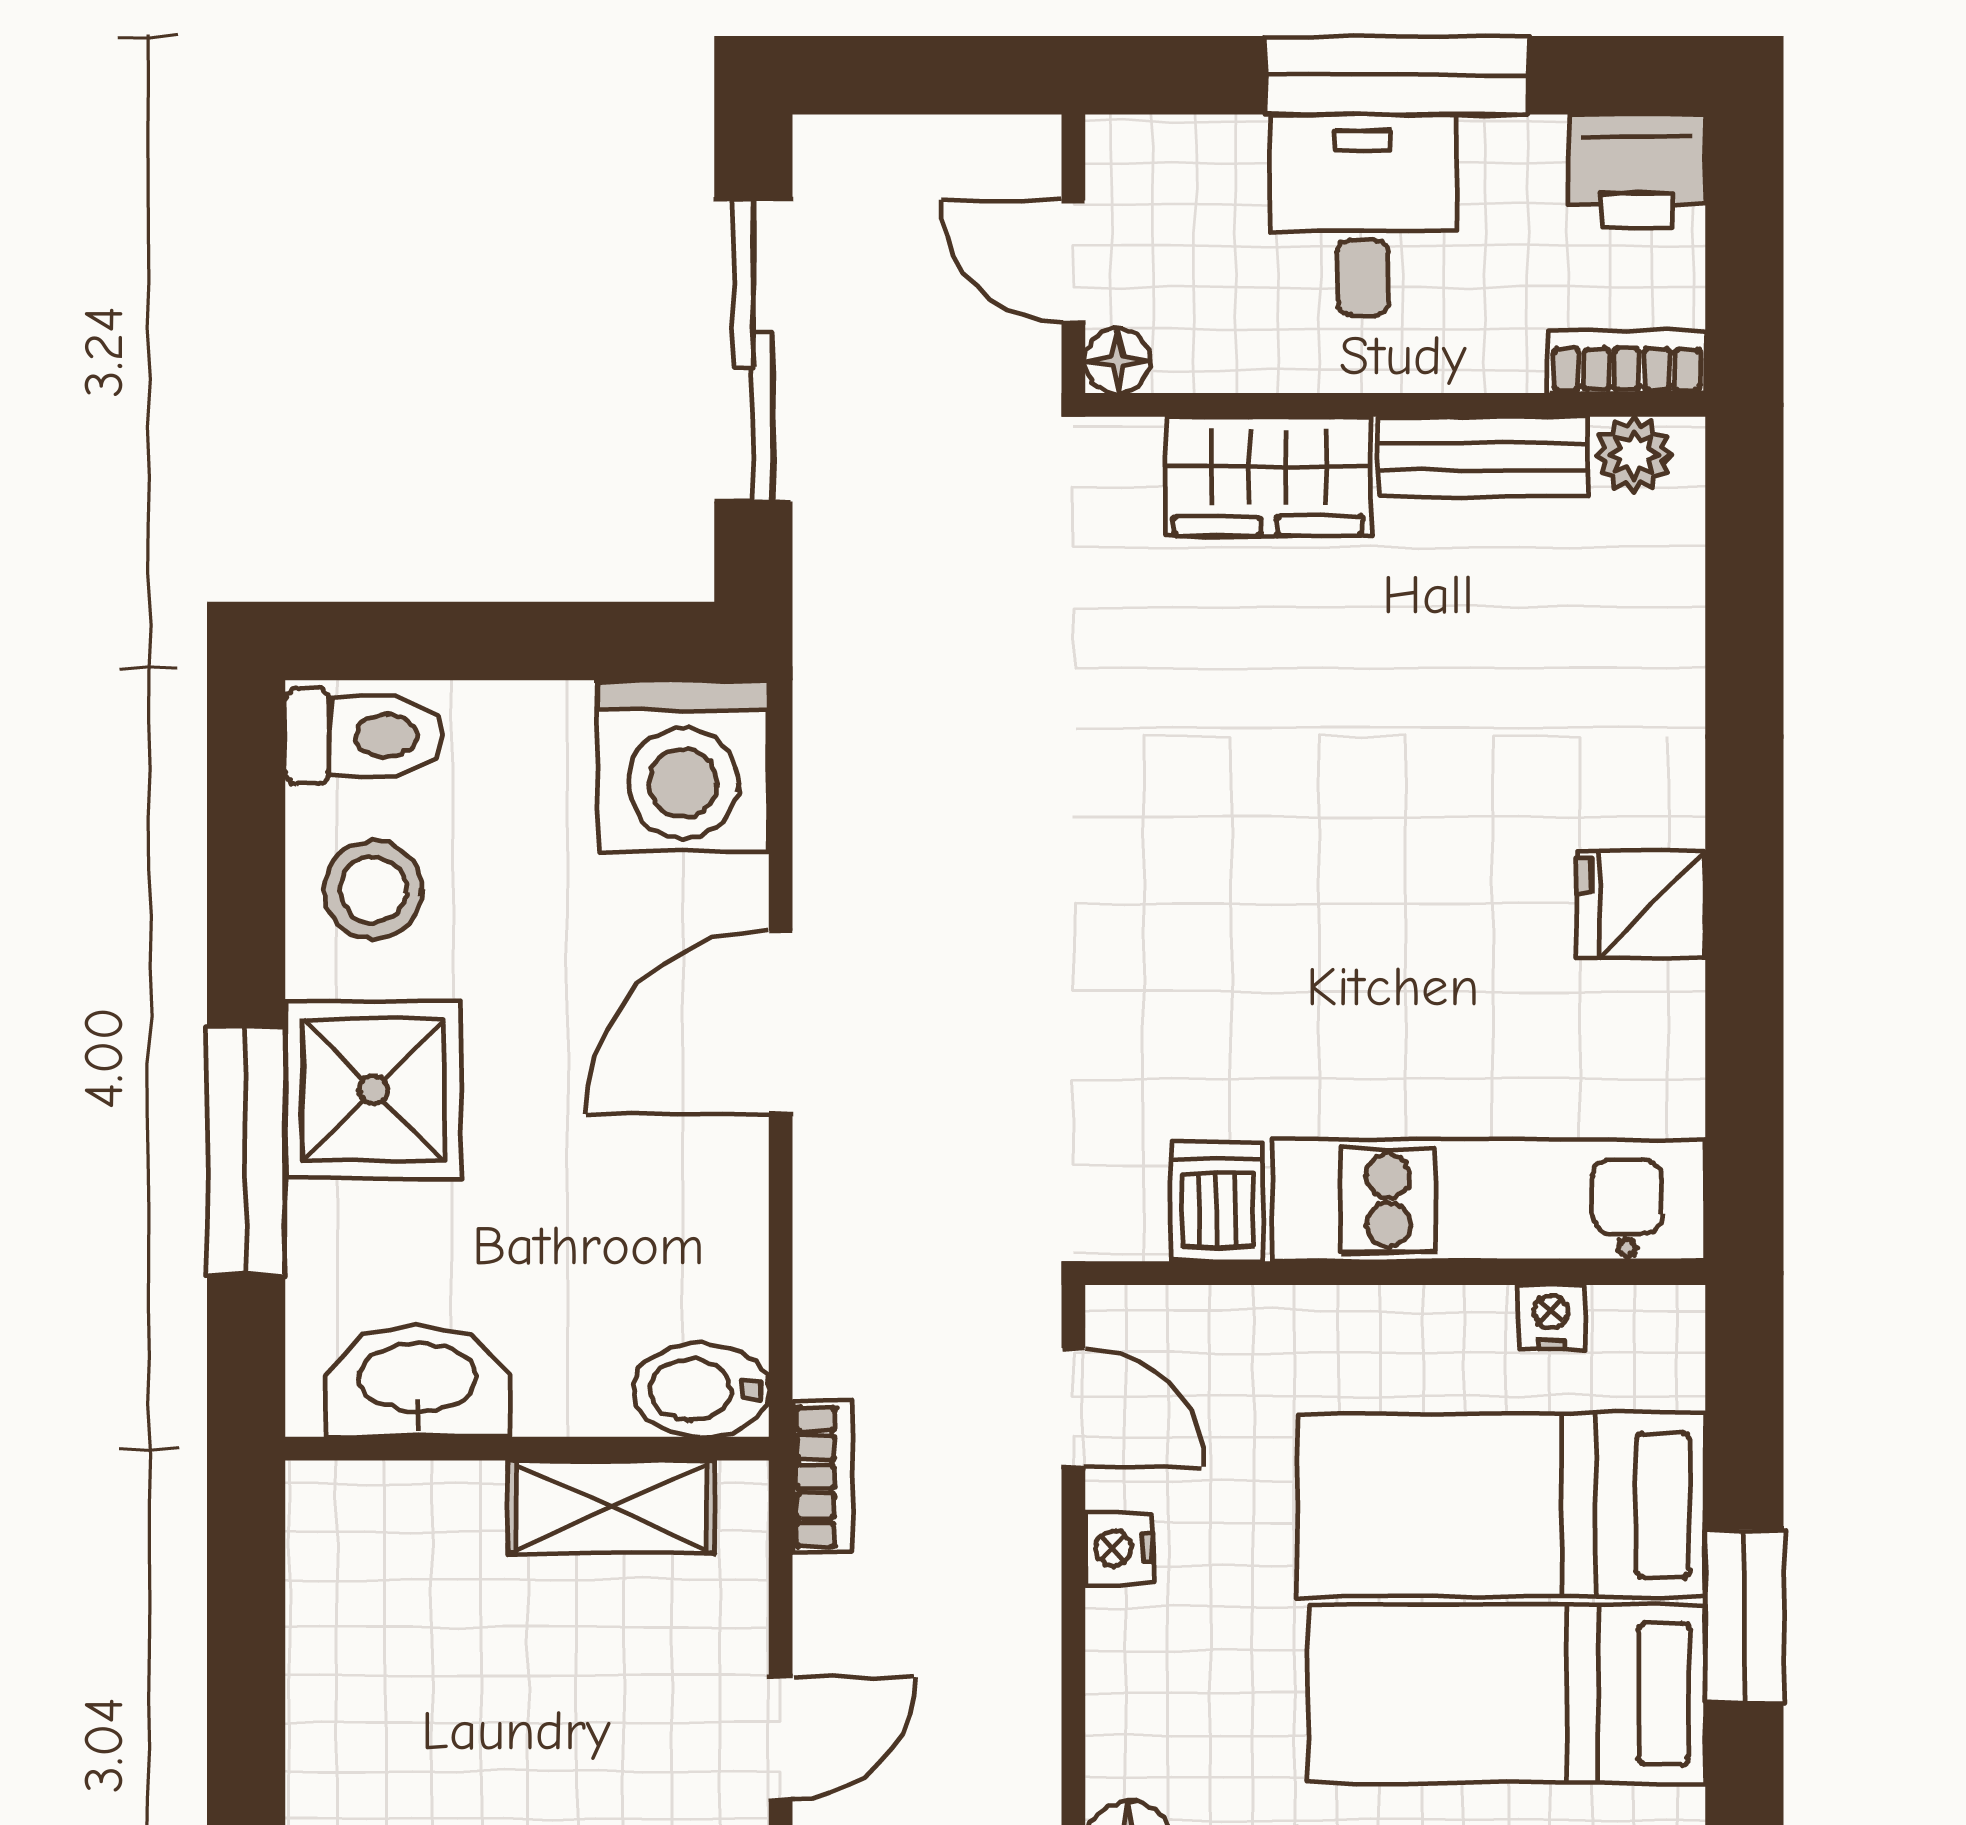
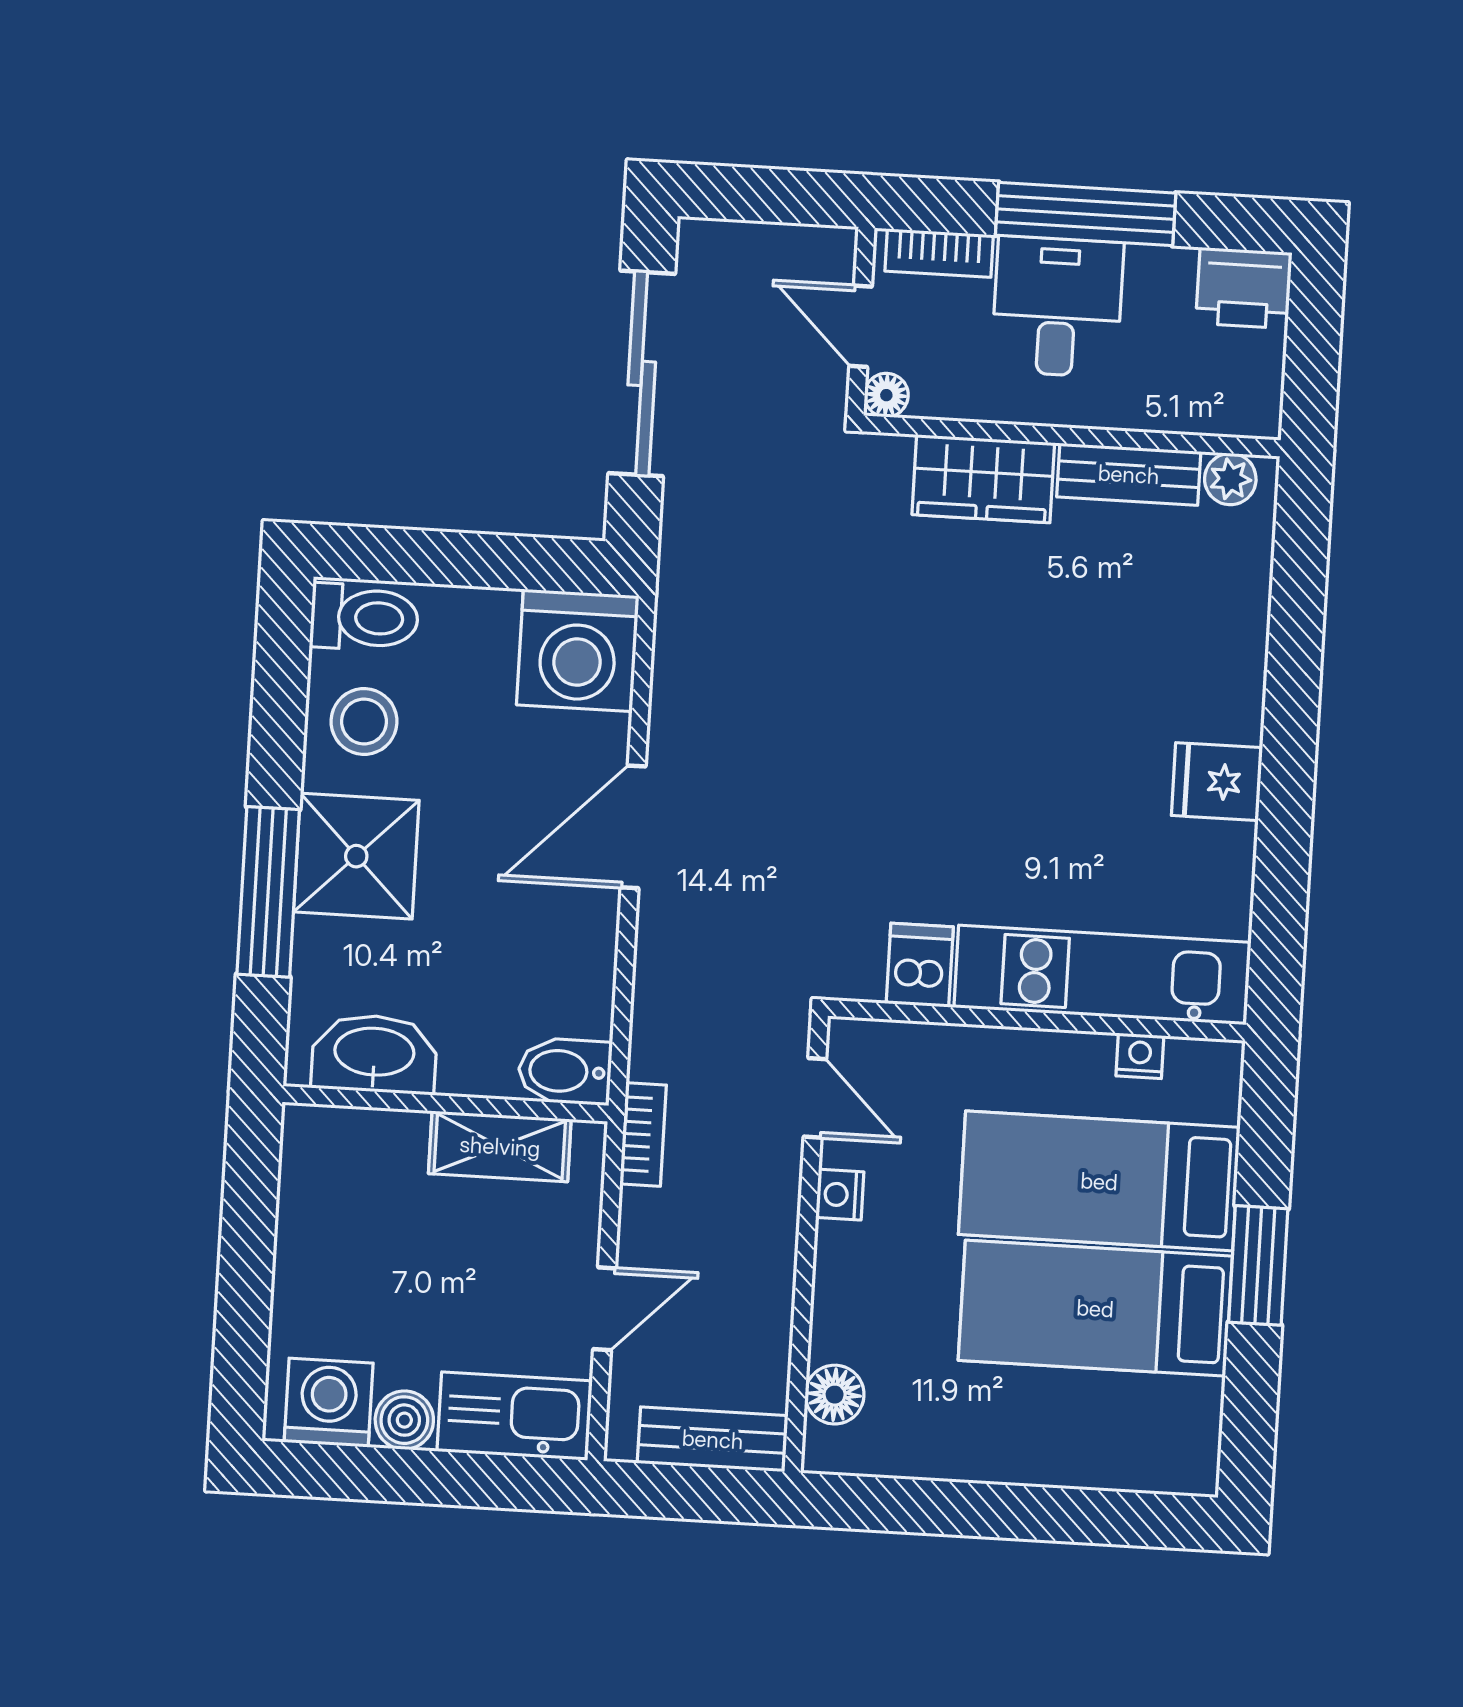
bookcase: (1627, 362) -> (939, 253), moved, turned 180

